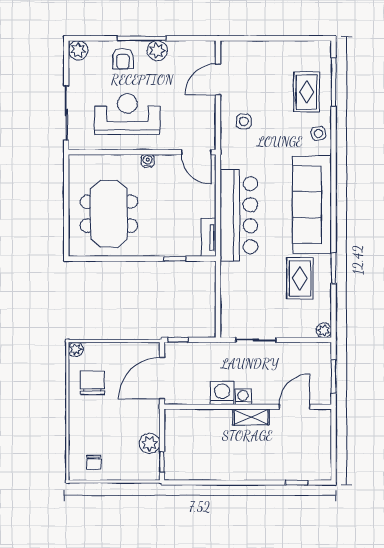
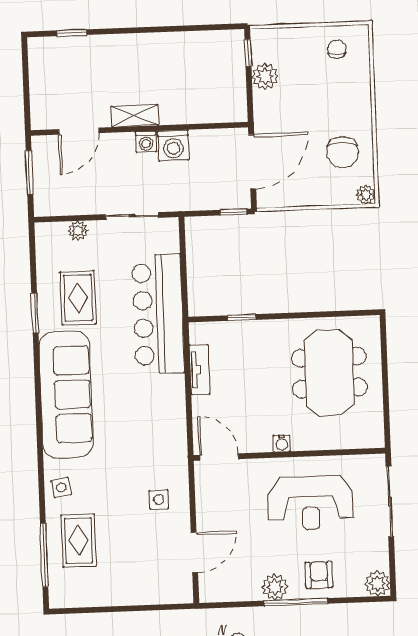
bar counter: (239, 215) -> (158, 314), moved
tv unit: (209, 237) -> (200, 370), moved
plant: (324, 330) -> (78, 231), moved

